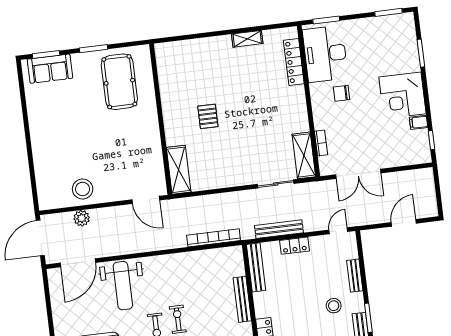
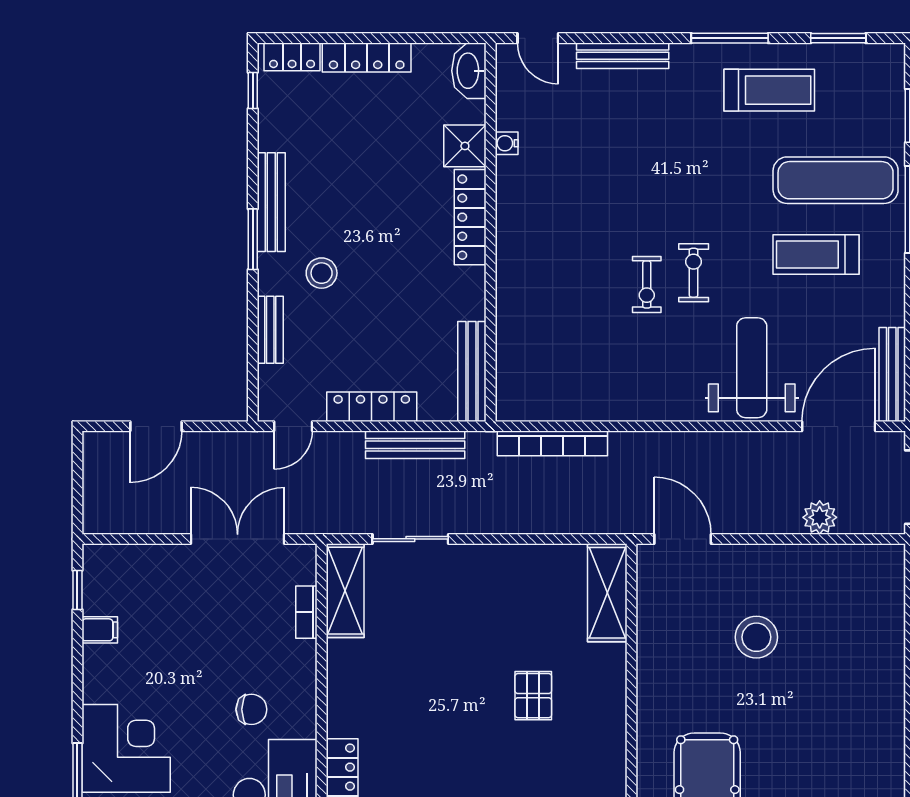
corner desk: (403, 95) -> (126, 748), moved
stool: (83, 189) -> (756, 637), moved
locker: (294, 246) -> (372, 407), width x1.53
bench: (242, 299) -> (892, 374), moved

